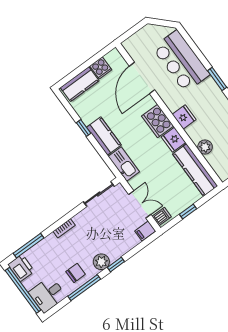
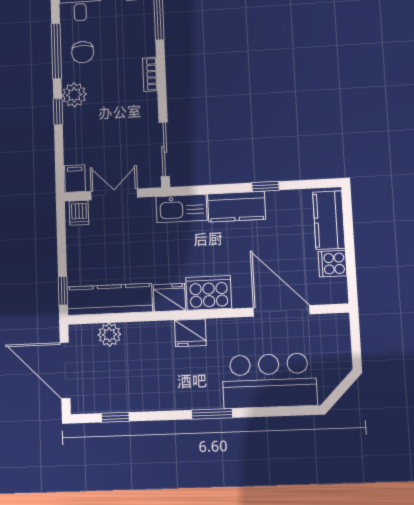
plant: (205, 147) -> (109, 335), moved
double door: (140, 204) -> (114, 194), swing flipped
window: (188, 211) -> (63, 291), moved

